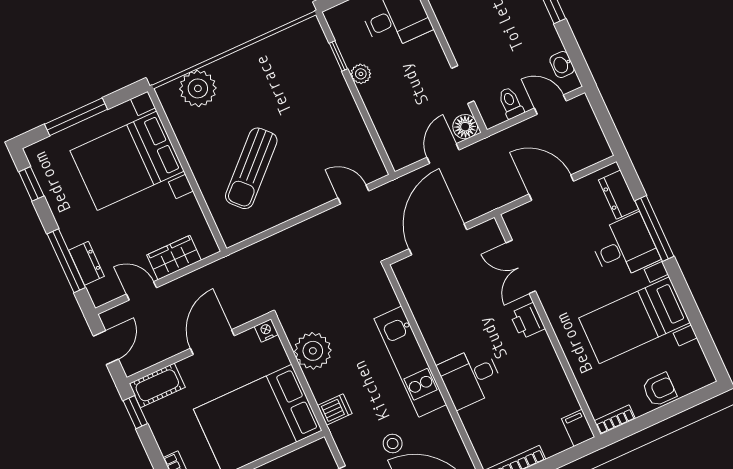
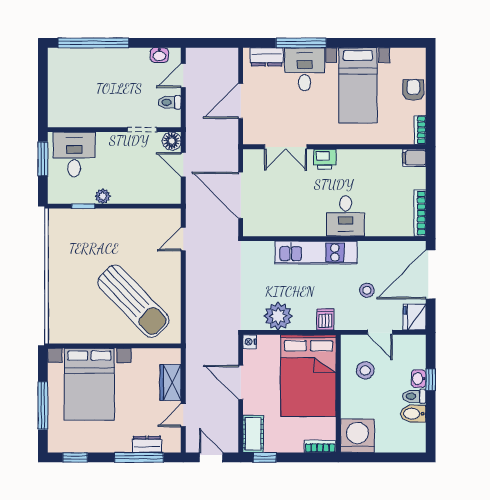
plant: (198, 88) -> (62, 313), removed
sun lounger: (251, 168) -> (133, 301), width x1.36, depth x1.34

